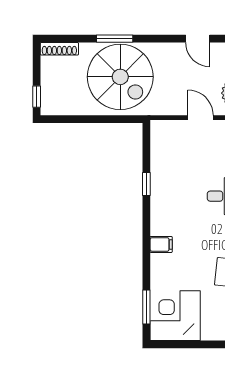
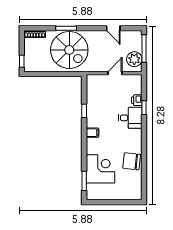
door: (201, 118) -> (115, 73), hinge flipped
filing cabinet: (161, 244) -> (93, 133), moved
corner desk: (175, 316) -> (100, 169), moved, turned 90

